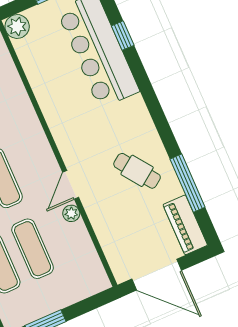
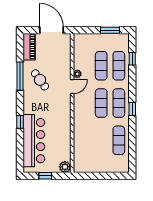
window: (123, 36) -> (20, 122), moved
window: (188, 183) -> (20, 76), moved

